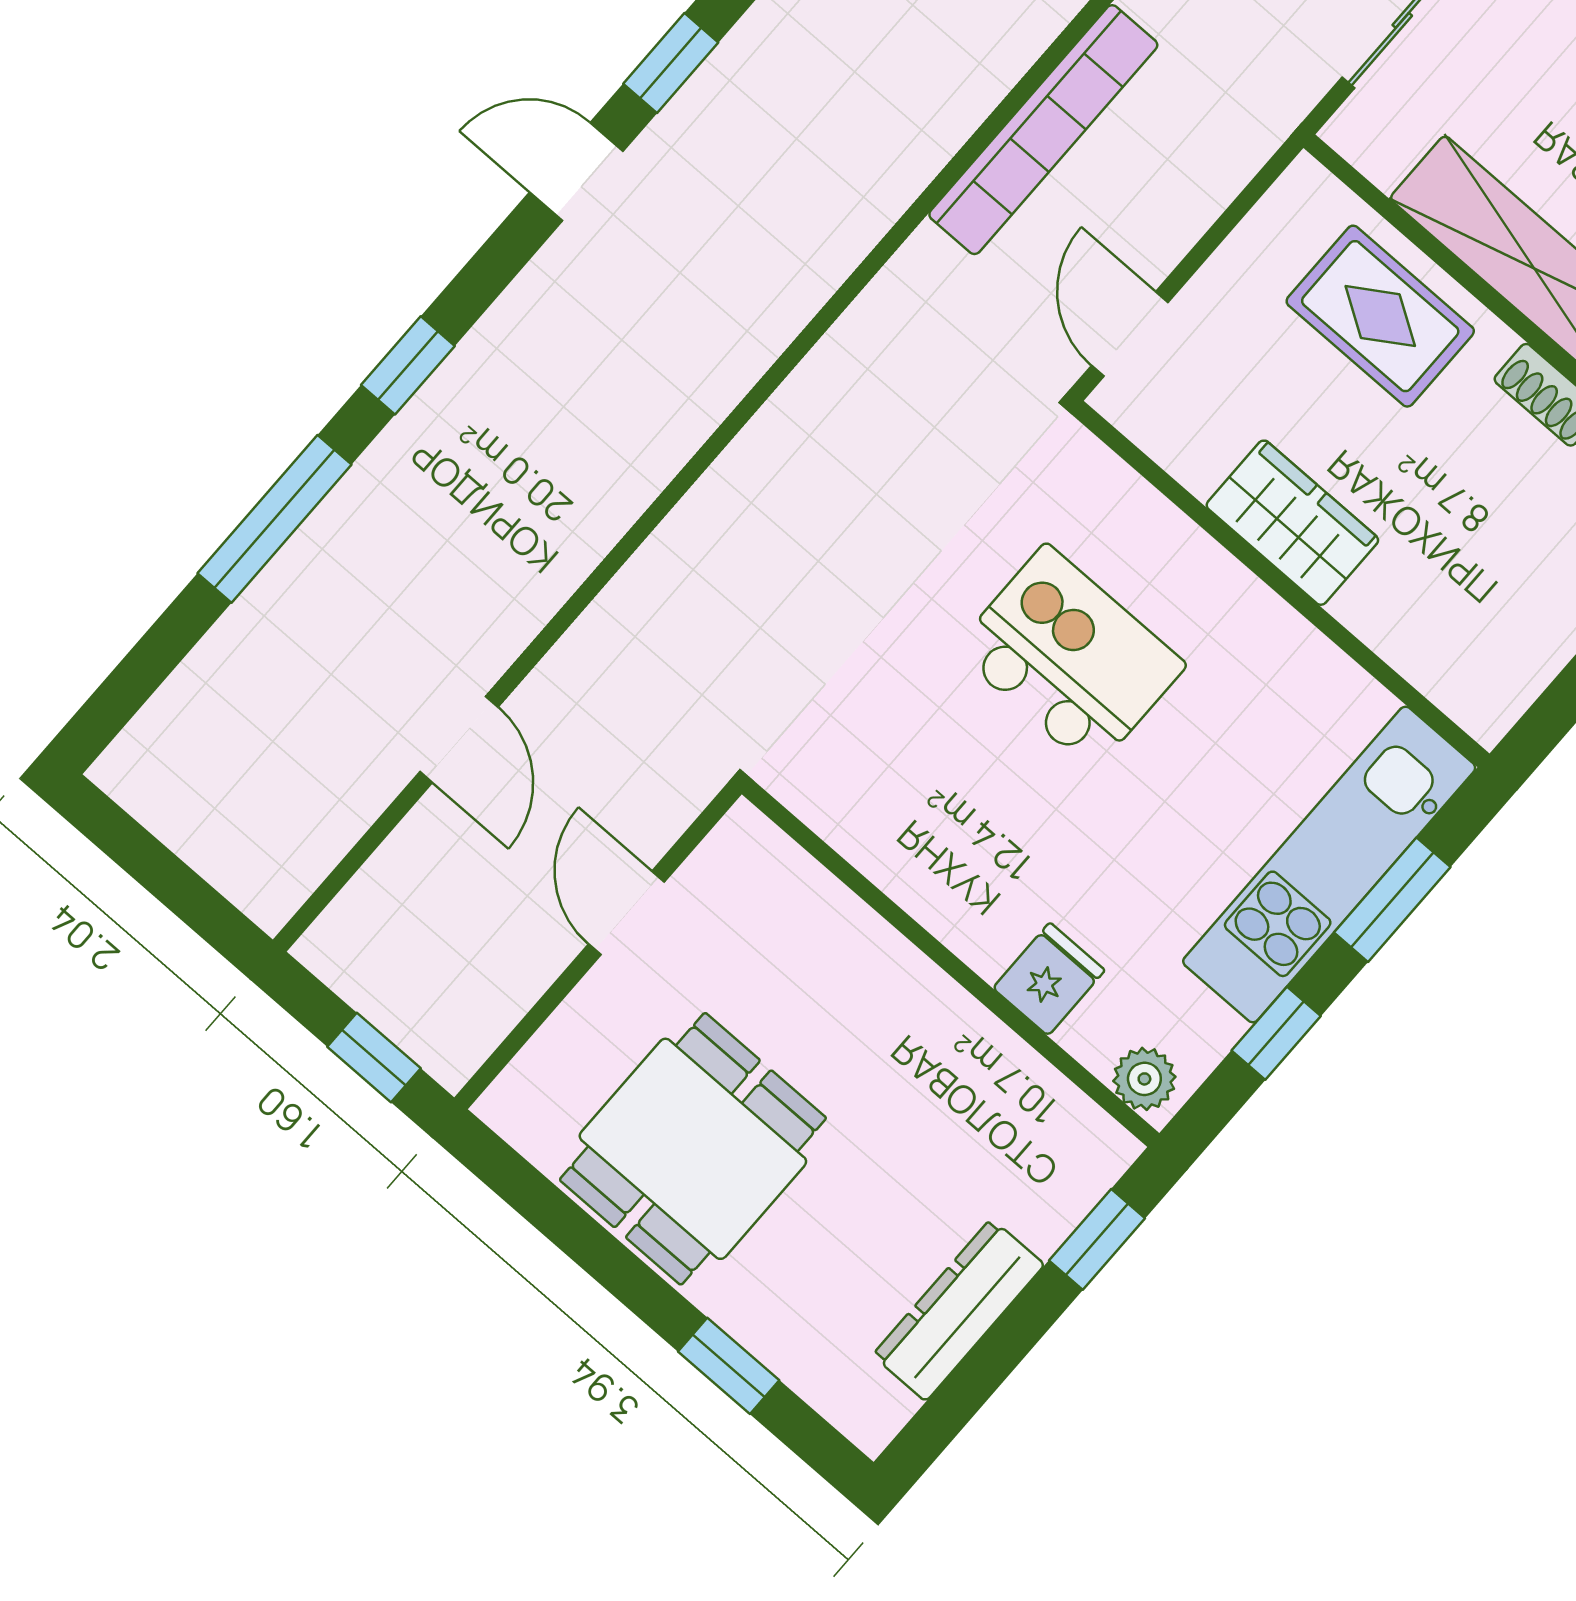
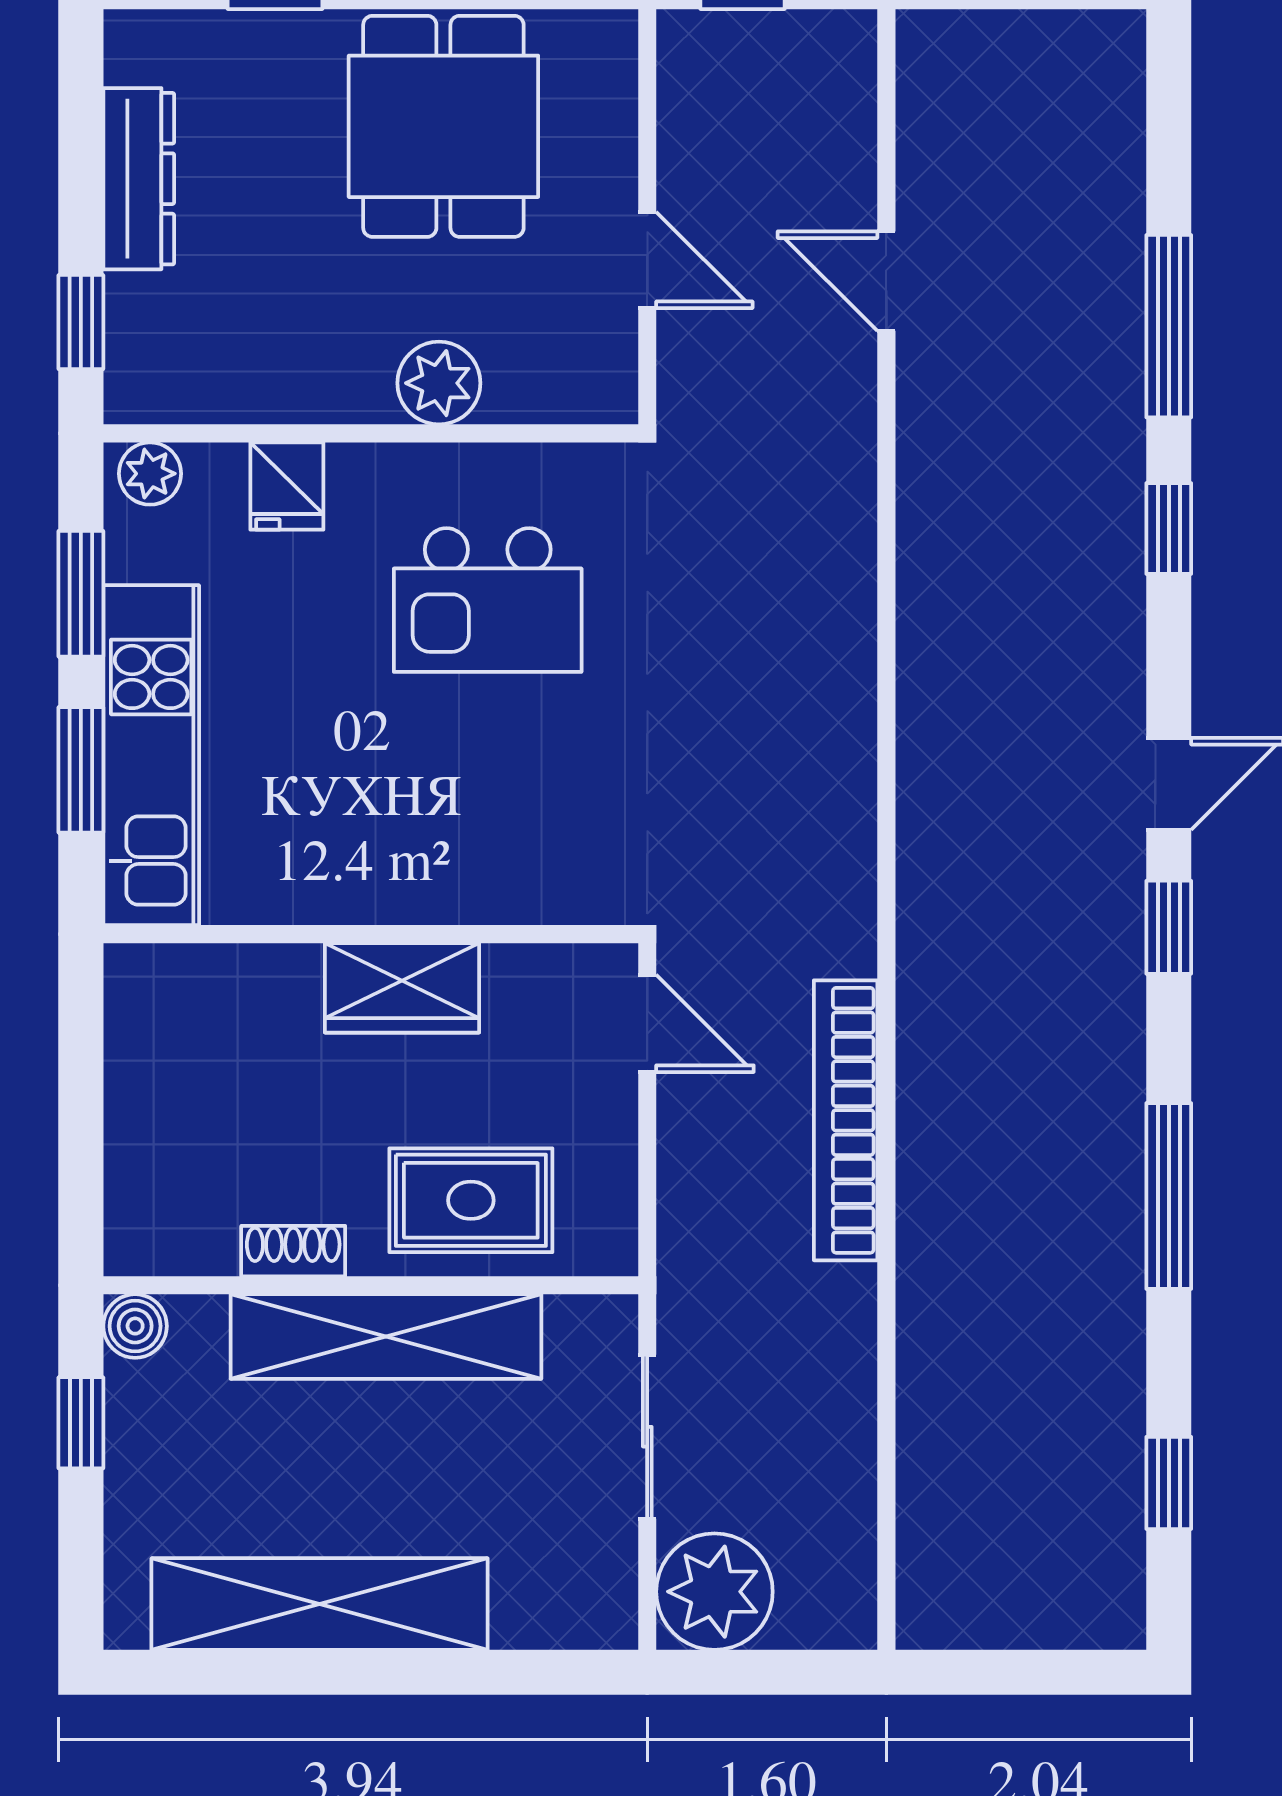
kitchen island: (1070, 657) -> (488, 600), moved
plant: (866, 957) -> (439, 383), added
window: (1276, 1033) -> (81, 594), width x1.50

